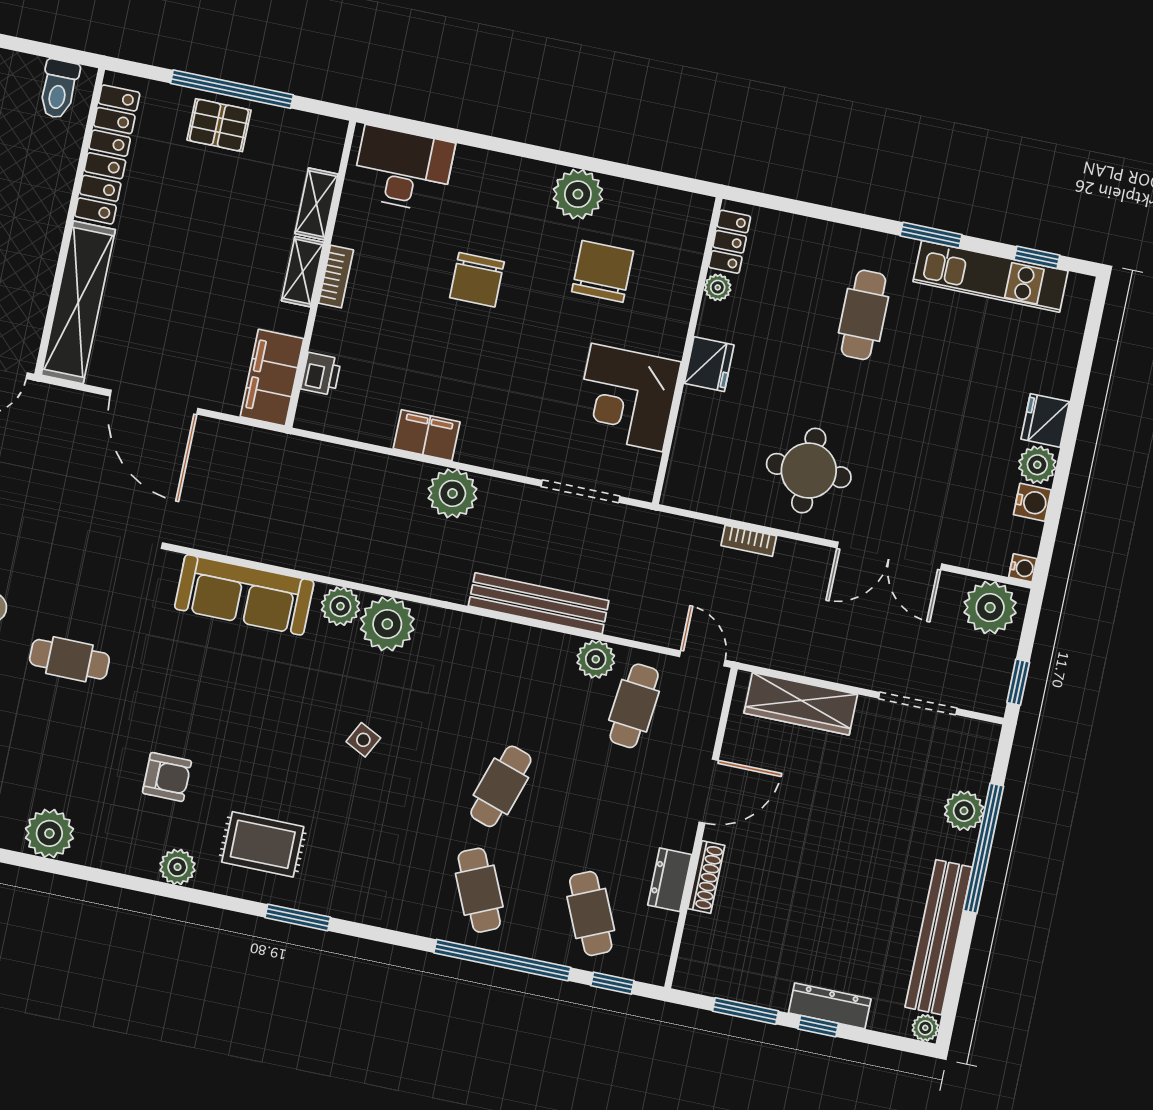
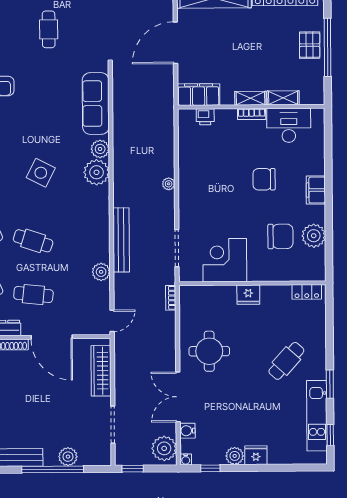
desk: (403, 169) -> (289, 125), moved, turned -90
plant: (578, 194) -> (314, 236), moved
plant: (718, 287) -> (285, 291), removed
cafe table: (864, 315) -> (286, 361), turned -48
filing cabinet: (427, 435) -> (316, 190), moved, turned 180
plant: (452, 493) -> (169, 184), width x0.53, depth x0.53
water cooler: (1032, 502) -> (187, 431), moved, turned 90
window: (1052, 521) -> (210, 468), added
bookcase: (749, 541) -> (171, 298), moved
cafe table: (634, 706) -> (33, 295), moved
side table: (363, 740) -> (41, 173), width x1.87, depth x1.87
door: (709, 791) -> (52, 337), width x1.36

